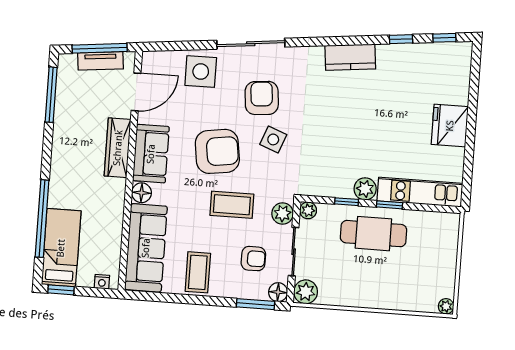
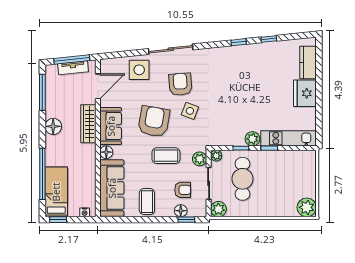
window: (444, 38) -> (239, 42), moved
kitchen counter: (350, 57) -> (308, 62), moved, turned 96
floor lamp: (64, 148) -> (53, 126), added
armchair: (217, 151) -> (154, 121), turned -72
cafe table: (373, 234) -> (243, 179), moved, turned 90
floor lamp: (278, 292) -> (181, 211), moved
window: (256, 304) -> (186, 220), width x0.67
plant: (446, 306) -> (307, 207), width x1.87, depth x1.87

